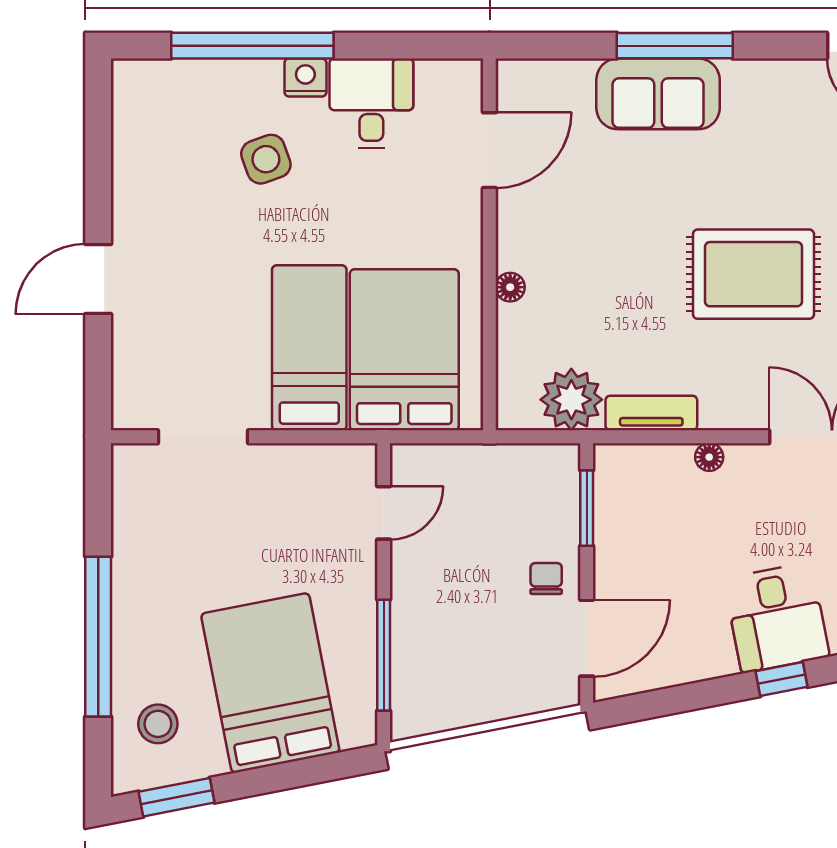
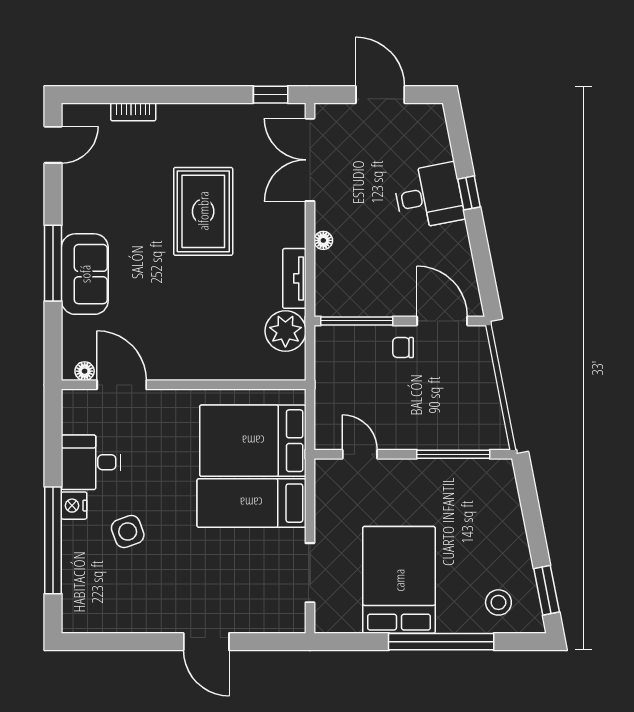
floor lamp: (510, 287) -> (85, 371), moved
window: (587, 508) -> (357, 321), width x1.44
bed: (270, 683) -> (399, 580), moved, turned 101

